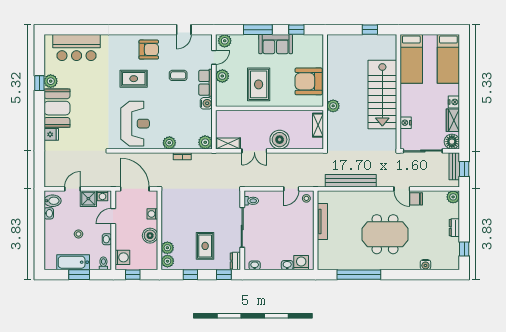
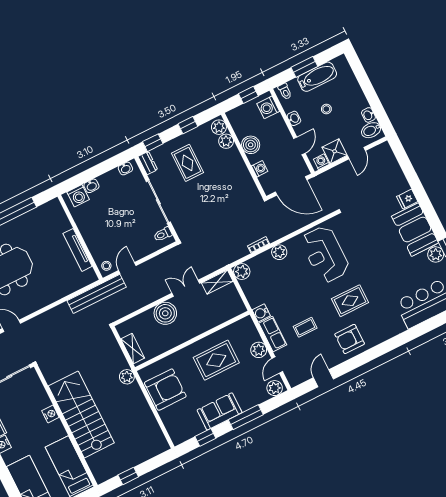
rug: (259, 84) -> (216, 360), turned 90
nightstand: (406, 123) -> (50, 414), moved
bench: (351, 181) -> (97, 294), moved

